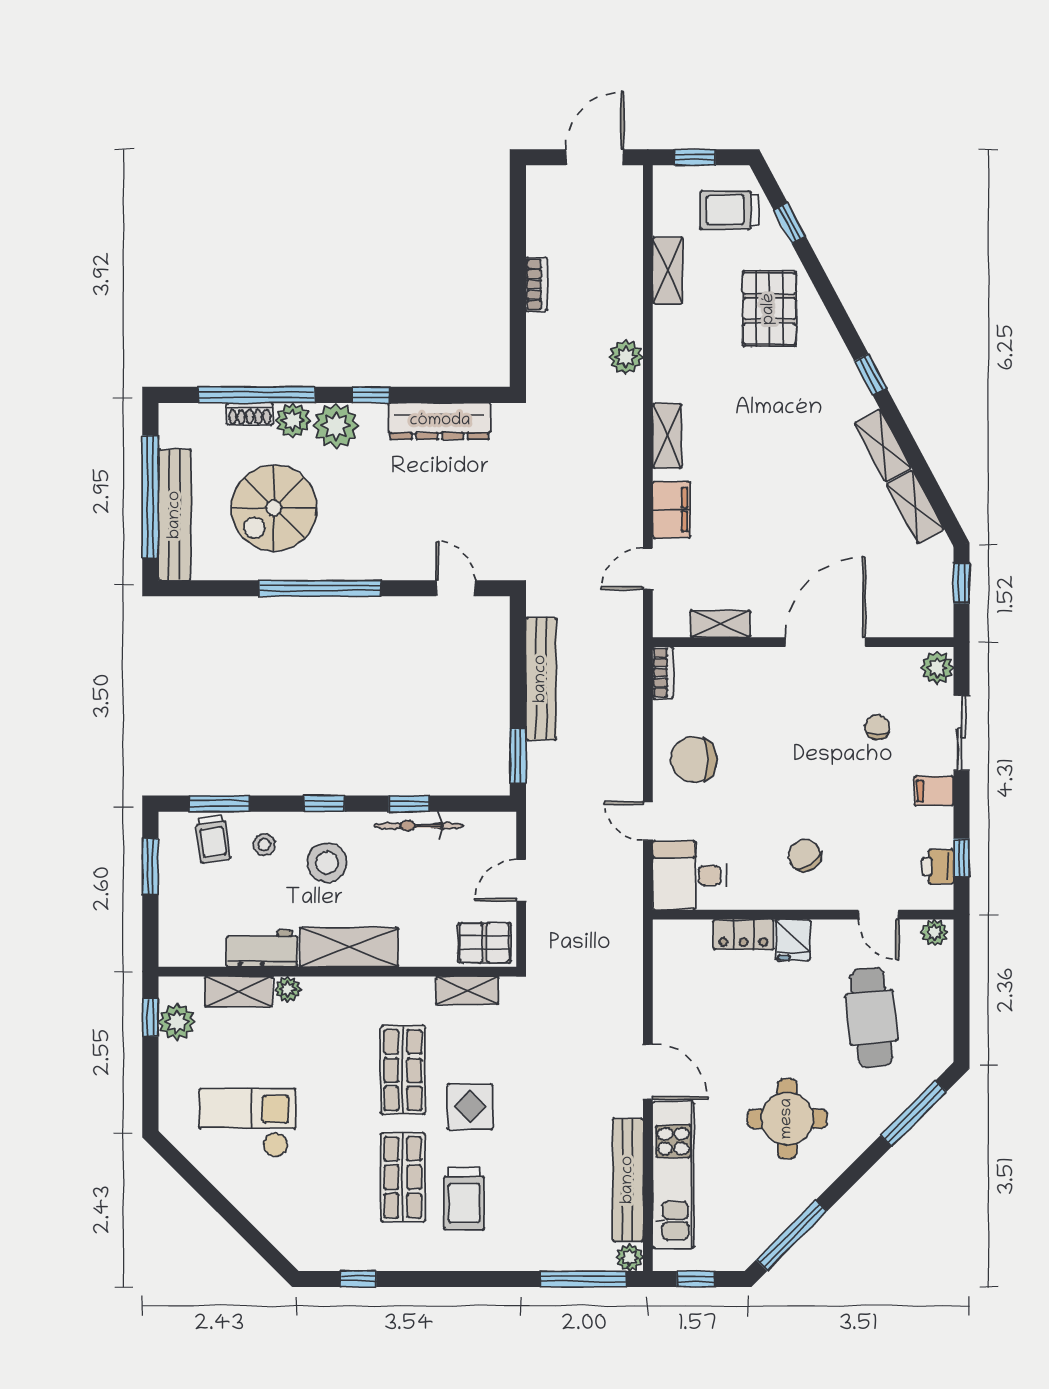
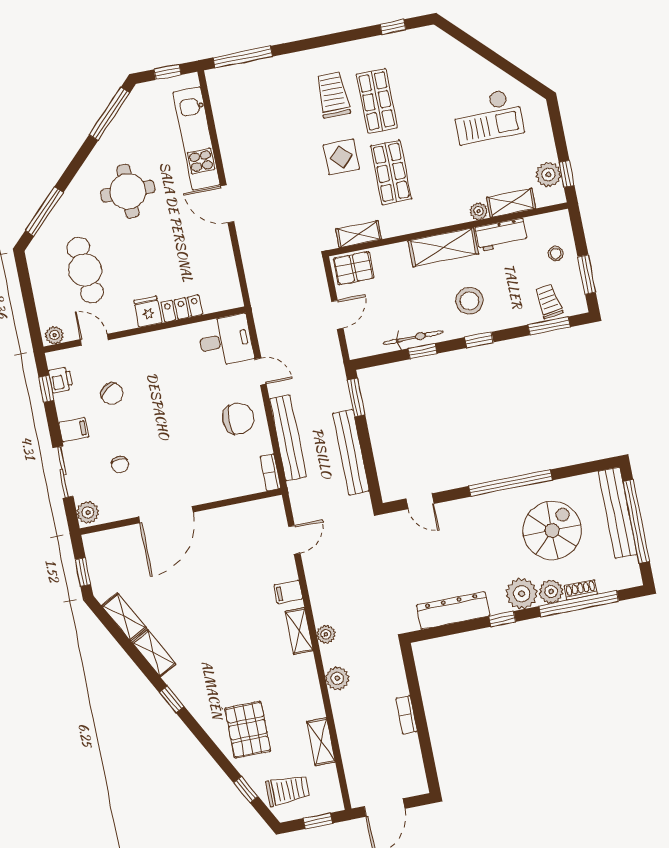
filing cabinet: (671, 510) -> (288, 592), width x0.50
shelving: (720, 624) -> (239, 513), removed
stool: (264, 845) -> (556, 254), moved
chair: (805, 856) -> (112, 394), moved
bench: (628, 1180) -> (288, 438), moved
plant: (630, 1257) -> (326, 634), moved

